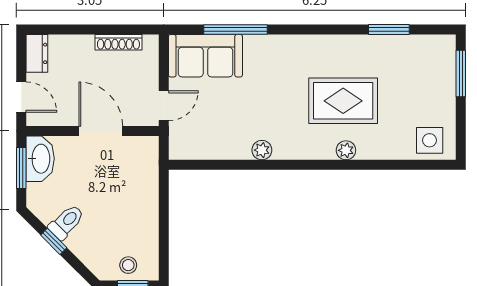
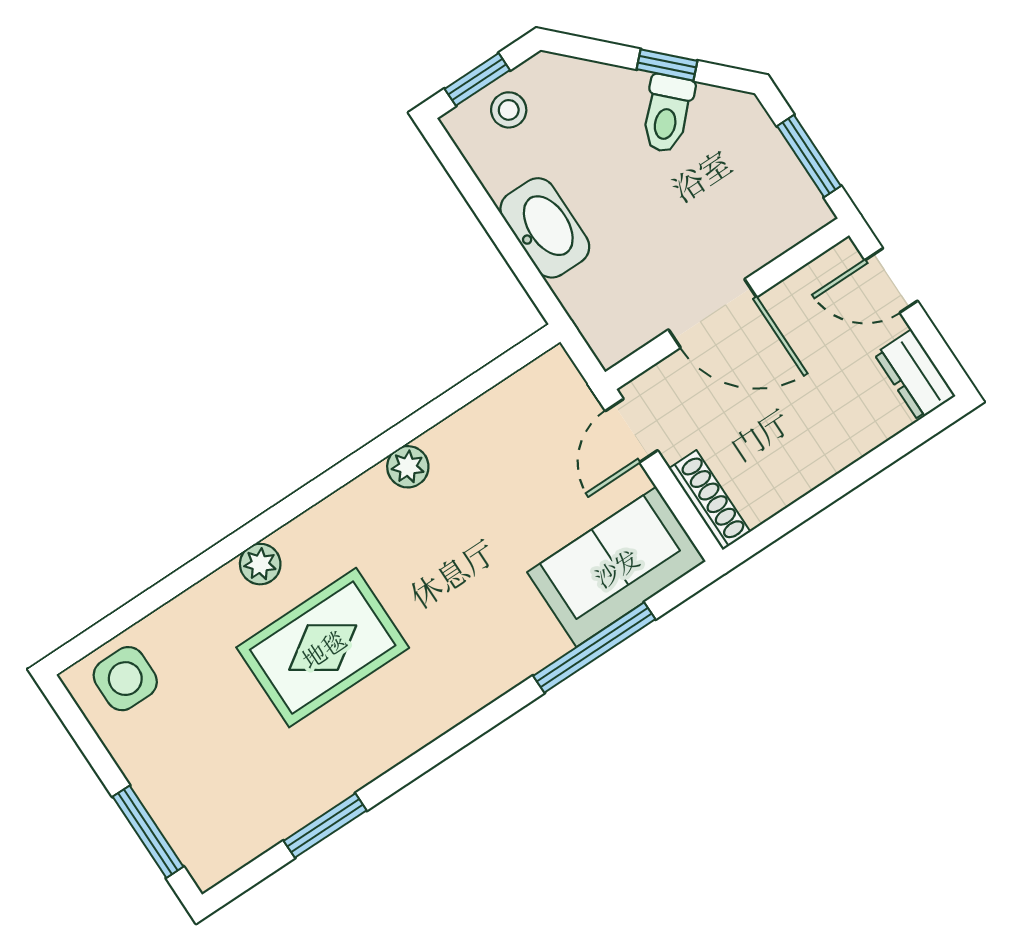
shoe rack: (118, 42) -> (710, 500), moved, turned 90
washbasin: (40, 159) -> (545, 228), moved, turned 180

